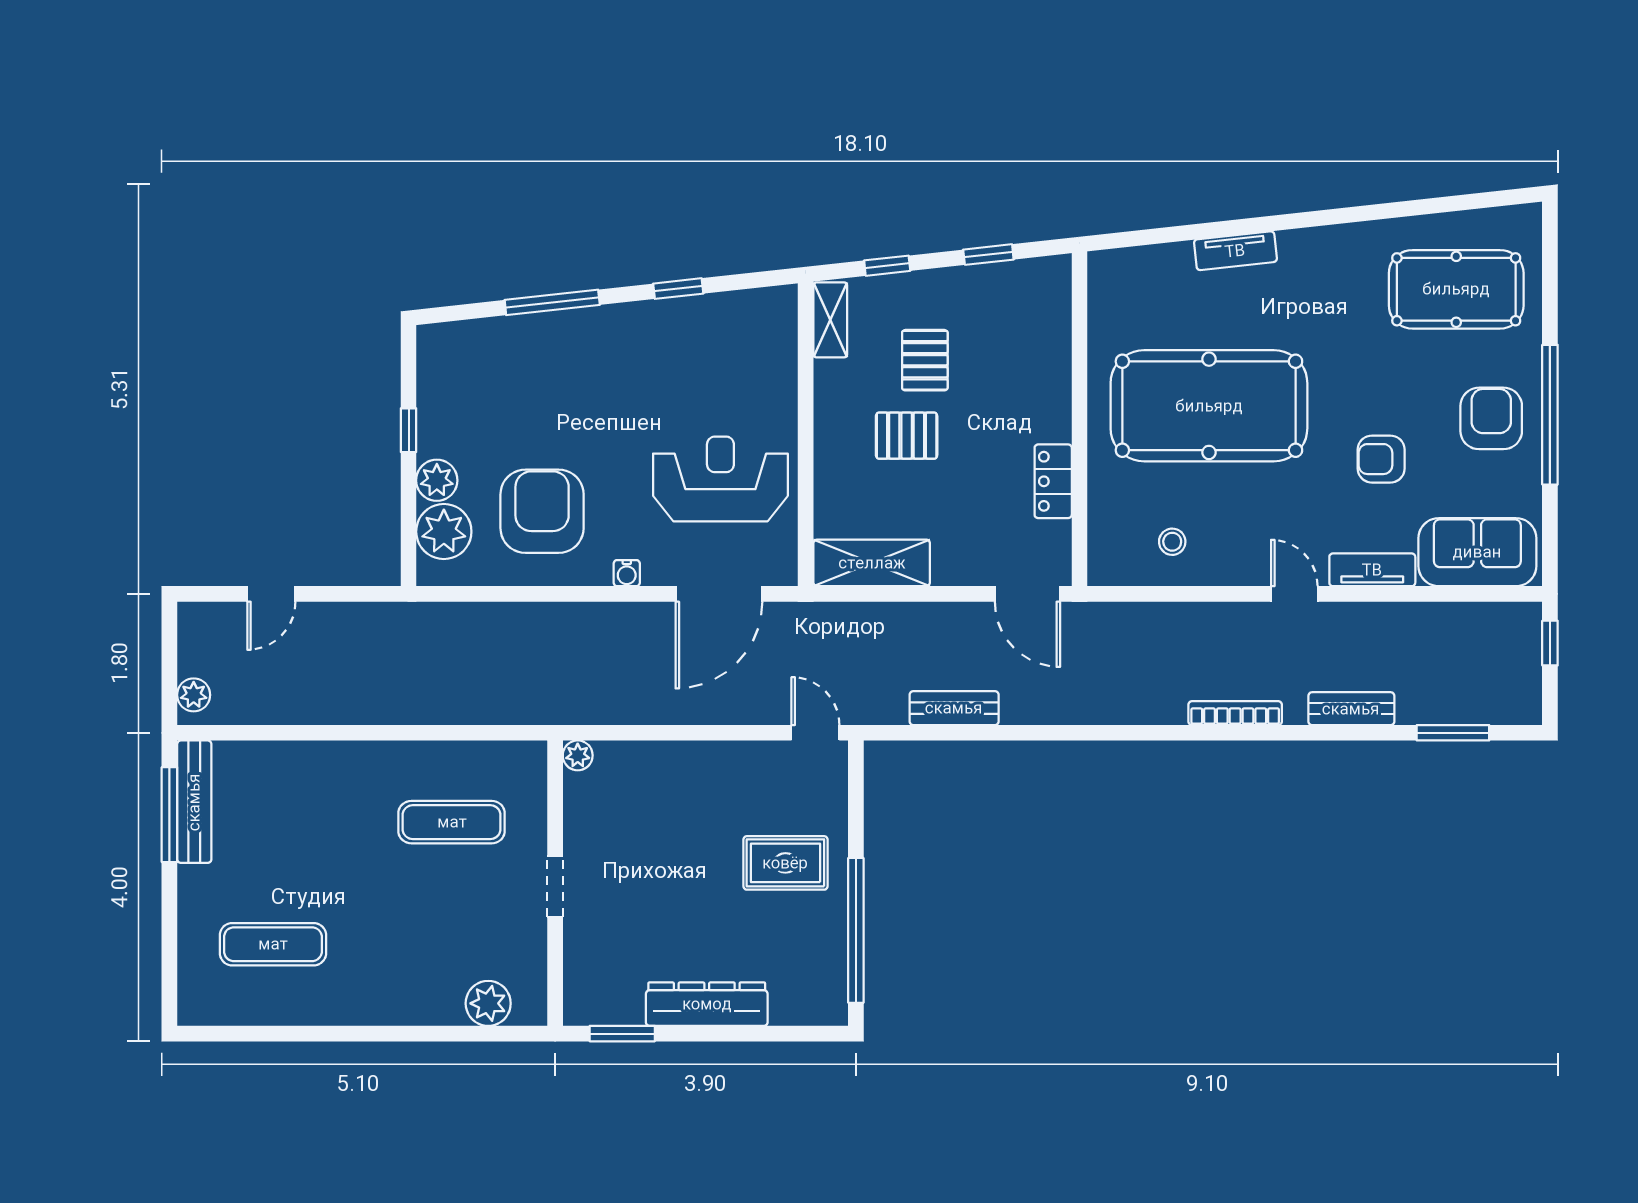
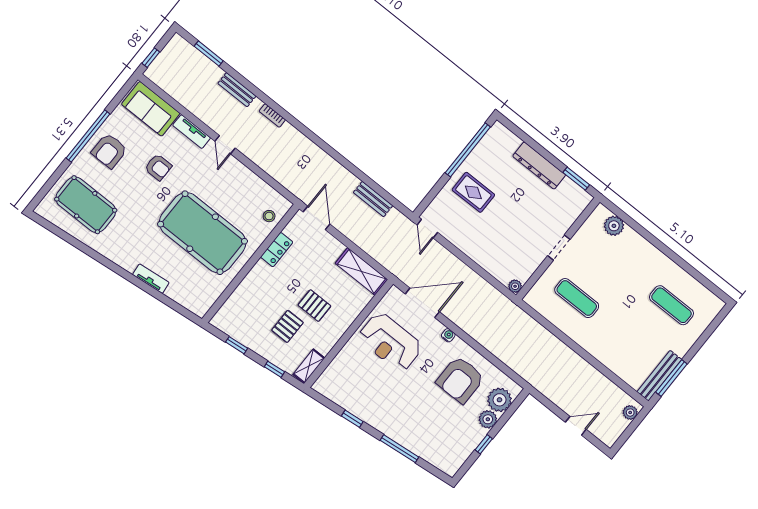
stool: (1172, 542) -> (269, 216), moved
bookcase: (1235, 713) -> (272, 115), width x0.64

